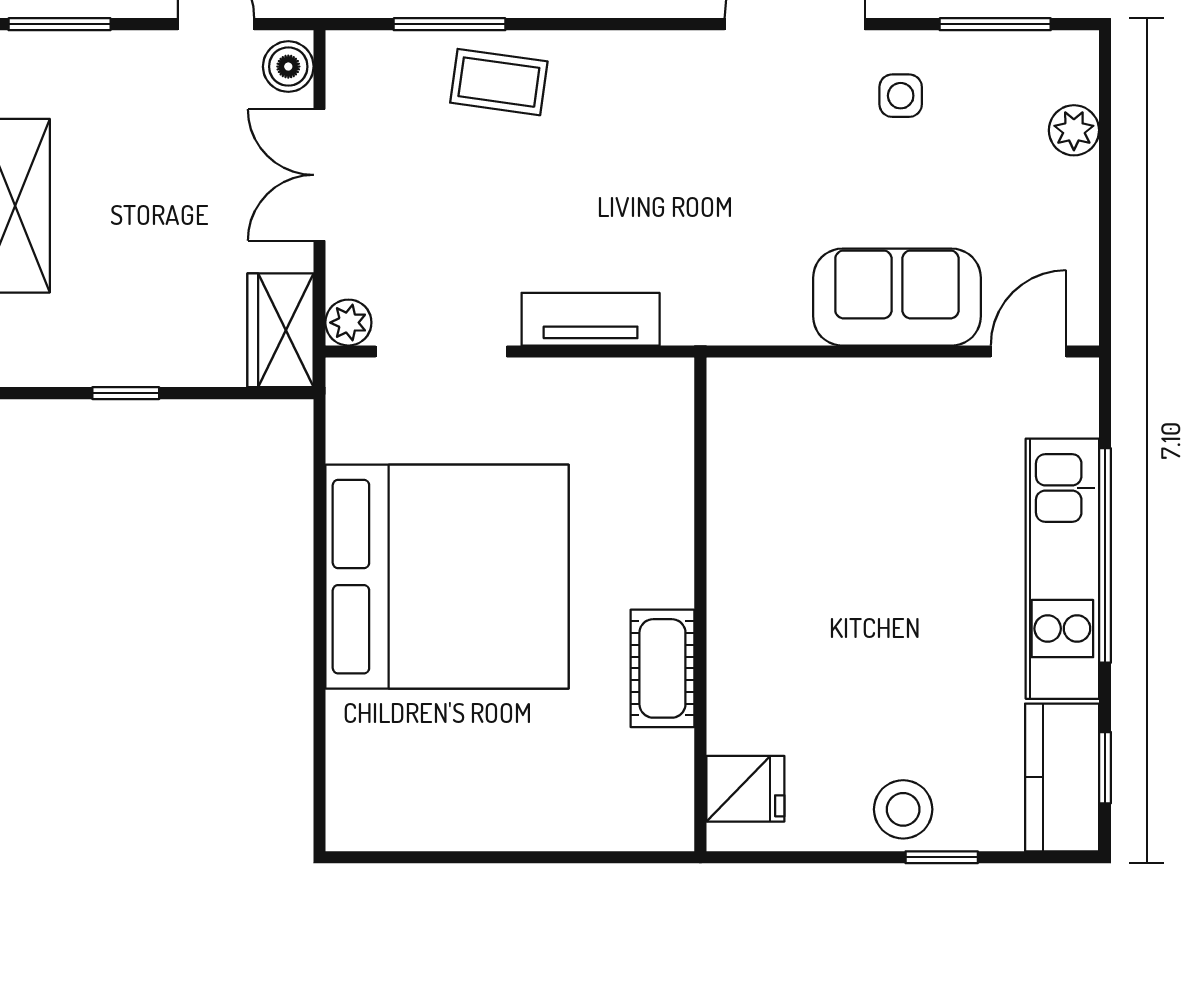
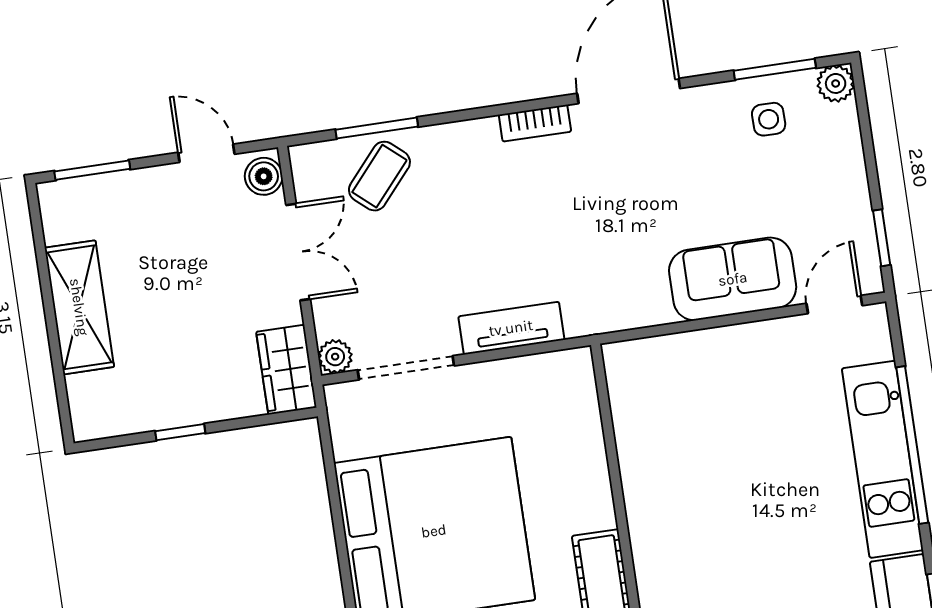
bookcase: (663, 49) -> (535, 123), added
coffee table: (499, 82) -> (379, 176), moved, turned -57
side table: (901, 96) -> (769, 119), moved
plant: (1074, 130) -> (836, 83), moved
double door: (319, 175) -> (298, 252), swing flipped
window: (1105, 271) -> (882, 238), added

